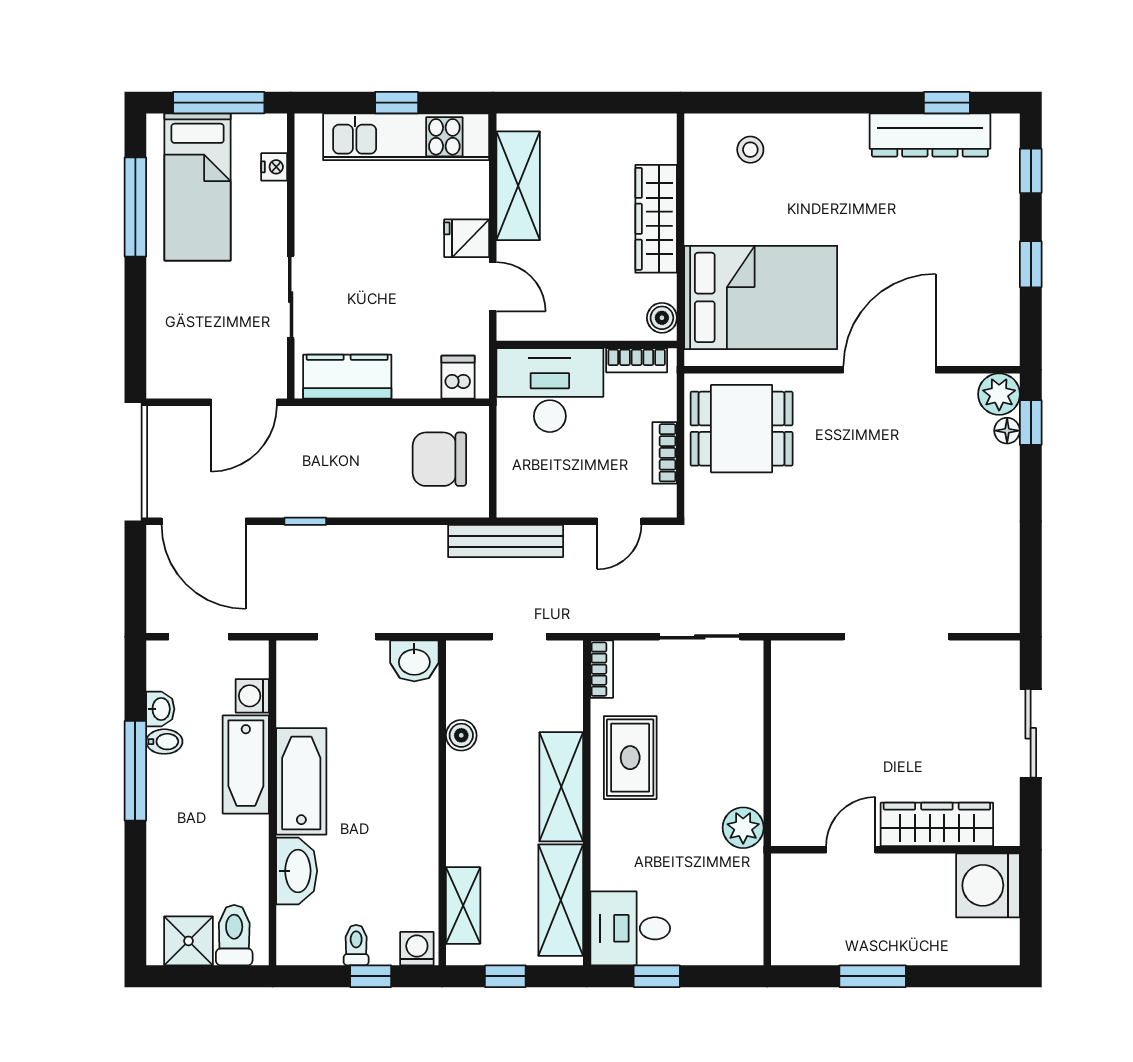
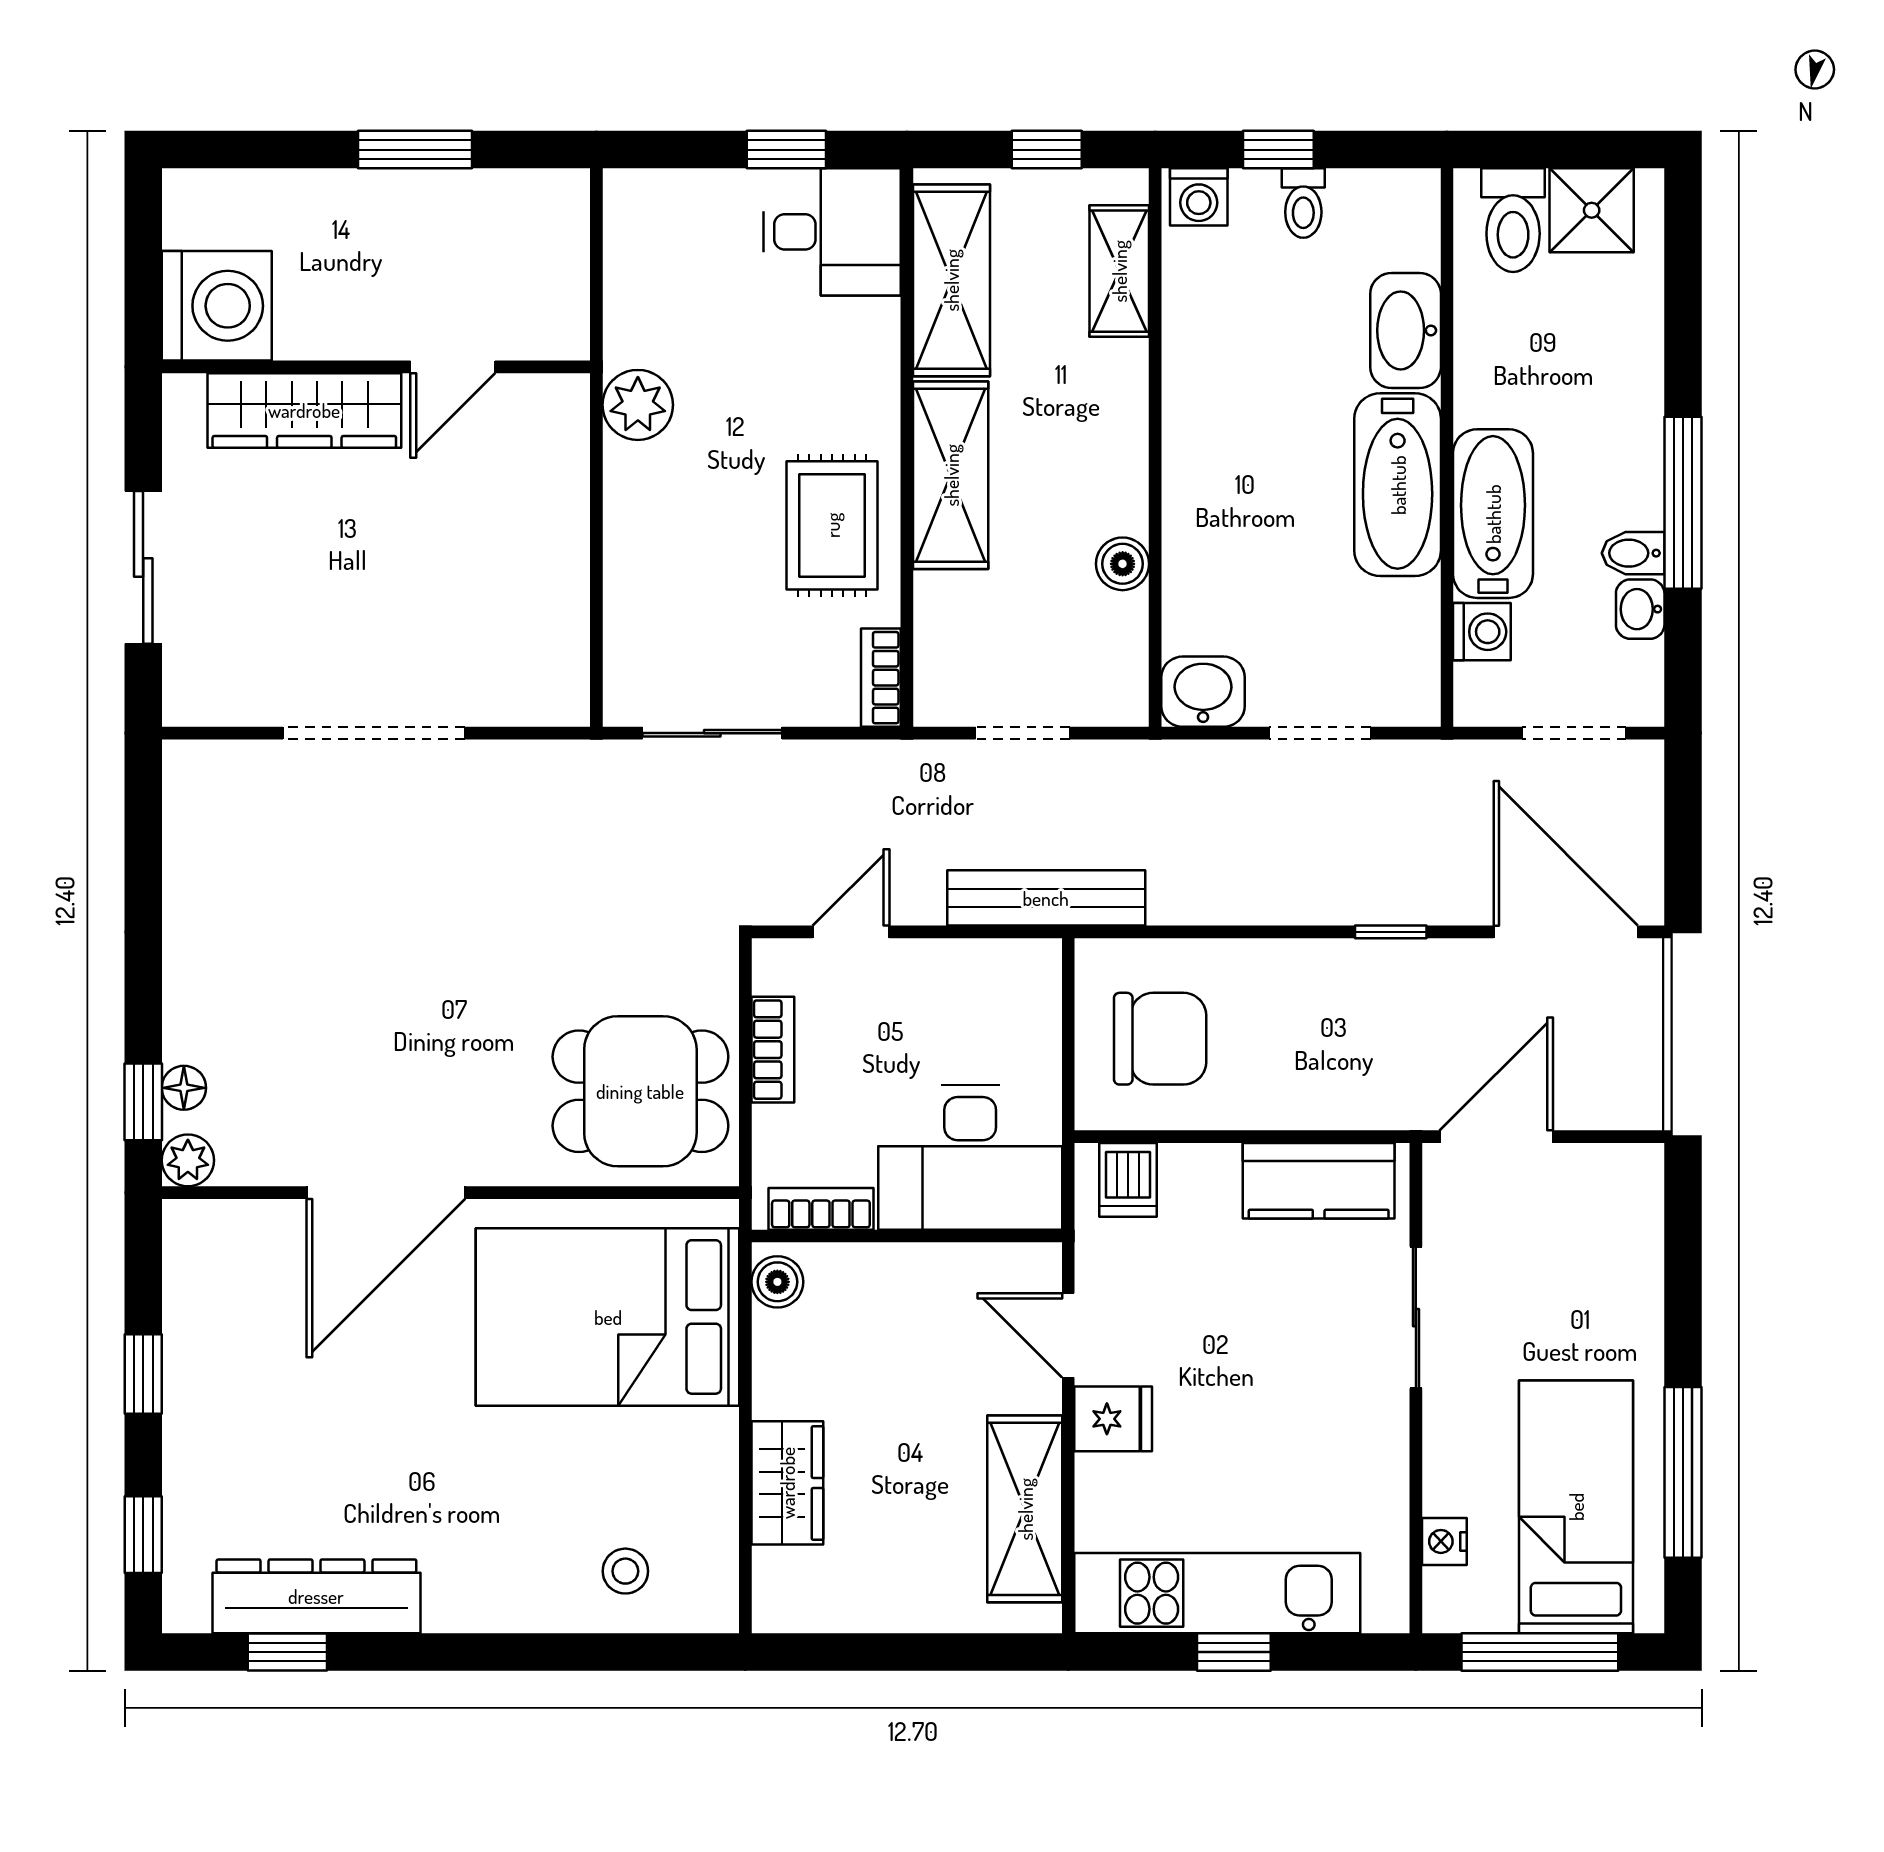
wardrobe: (656, 219) -> (787, 1483), width x0.67
plant: (999, 394) -> (188, 1160), width x0.73, depth x0.73

